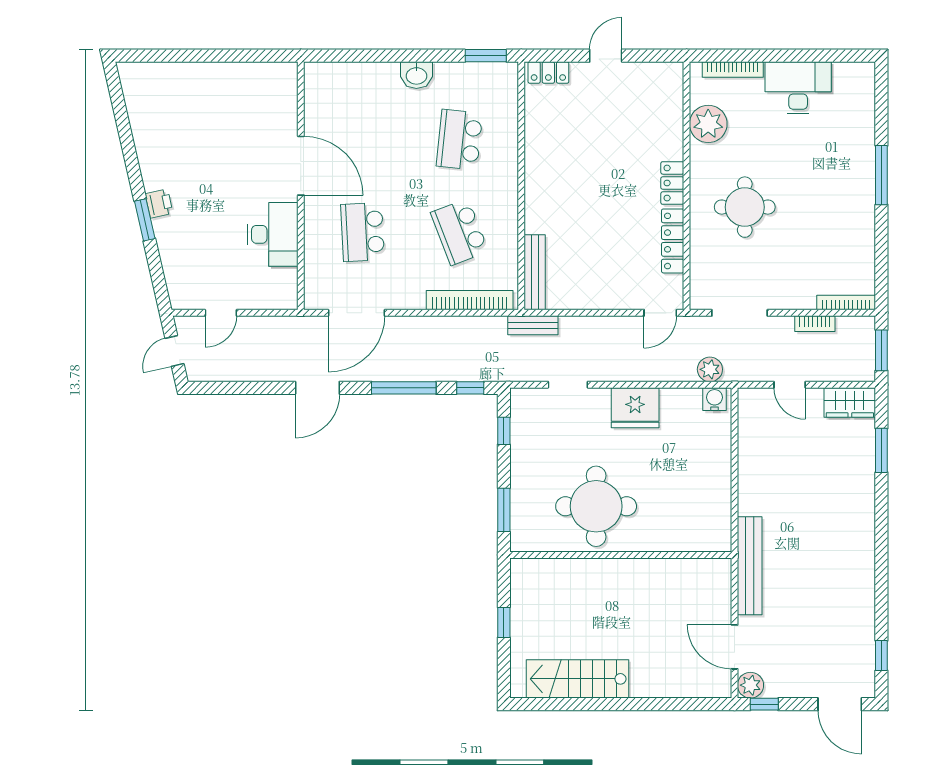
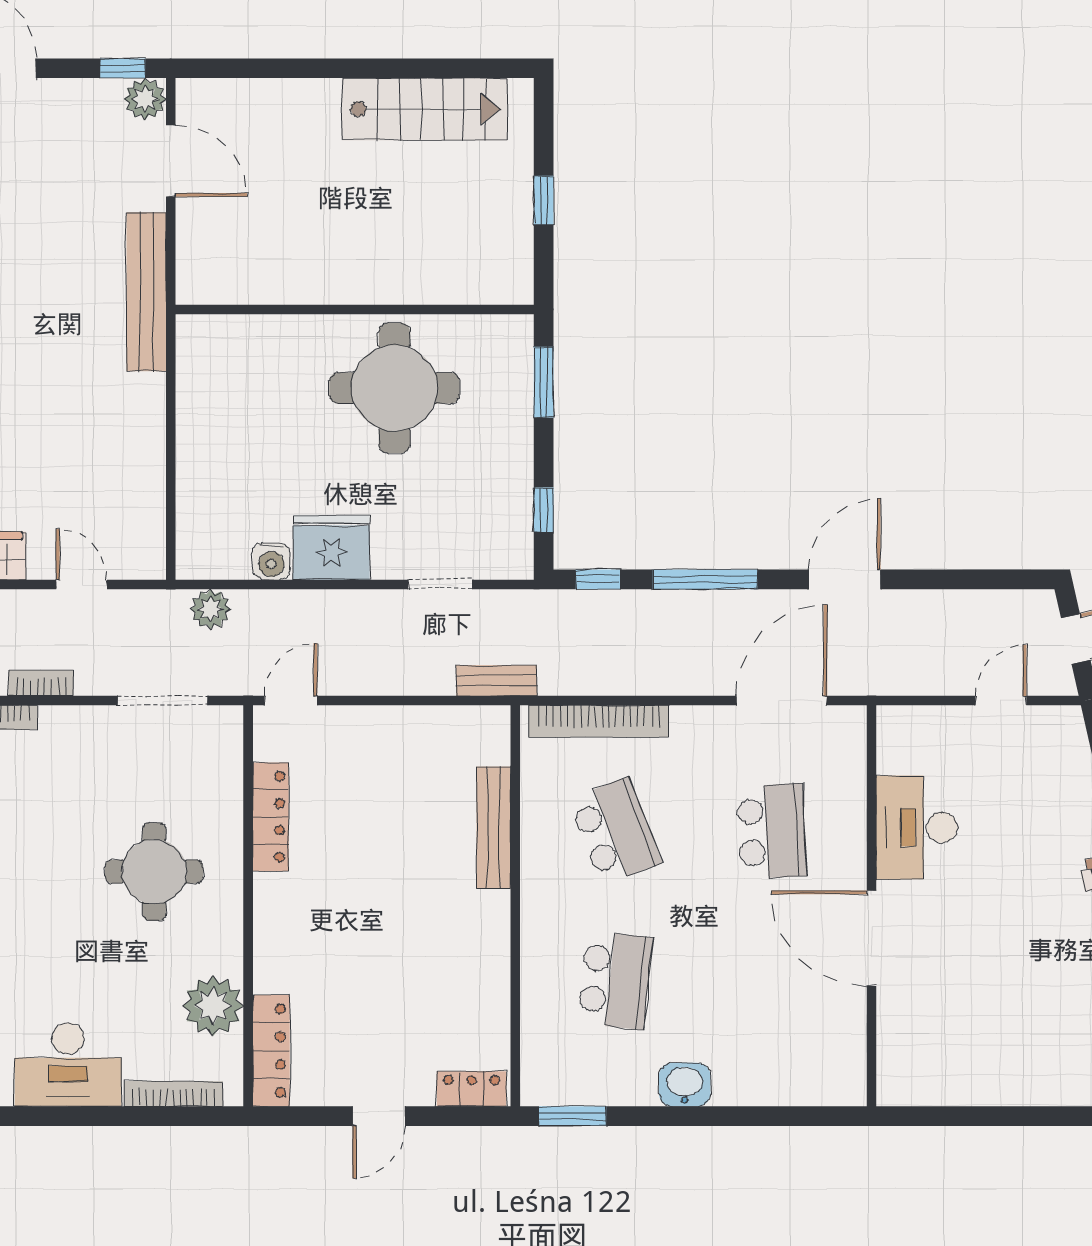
locker: (672, 183) -> (271, 1051), moved, width x1.53
bench: (535, 272) -> (494, 828), moved
water cooler: (714, 399) -> (271, 561), moved

